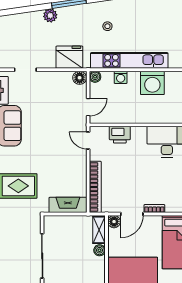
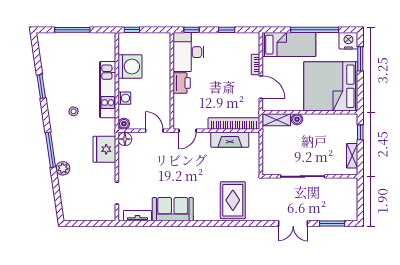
kitchen unit: (129, 60) -> (108, 90), width x0.73
printer: (120, 135) -> (182, 83), moved
fireplace: (68, 205) -> (230, 140), moved, turned -90
floor lamp: (114, 222) -> (268, 105), removed

